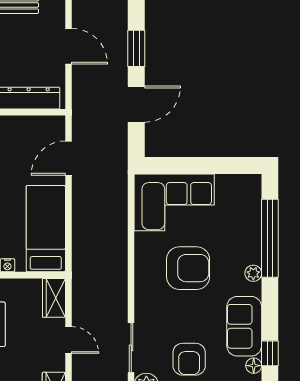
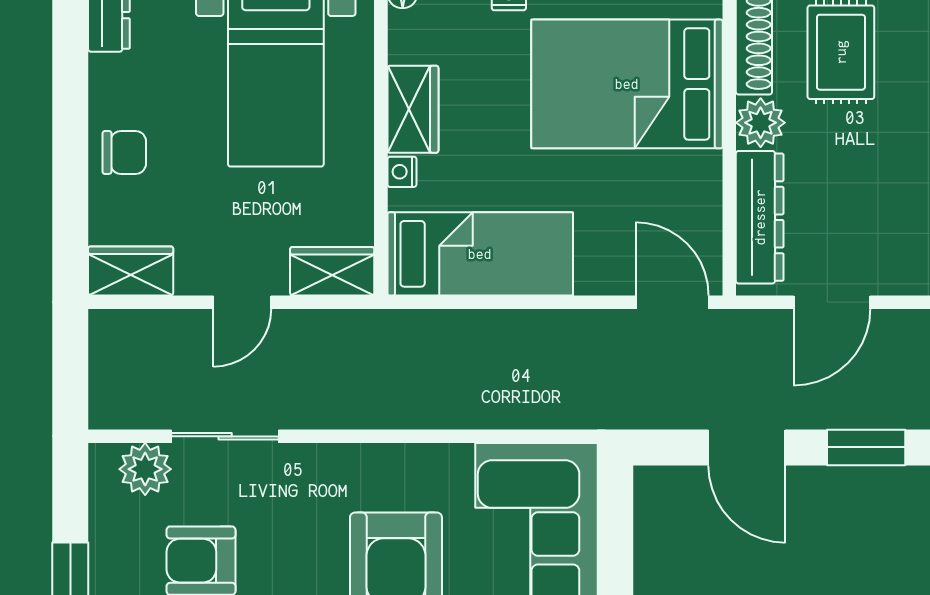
door: (68, 46) -> (832, 302), moved
door: (68, 158) -> (672, 302), moved

